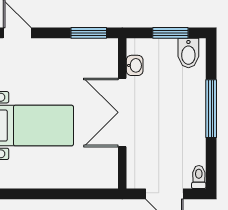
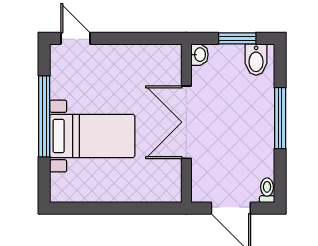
window: (89, 33) -> (151, 38), removed
washbasin: (135, 65) -> (199, 55), moved

